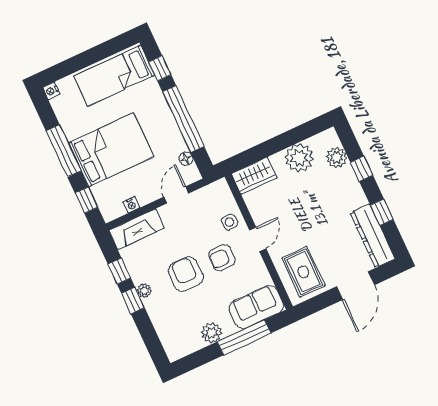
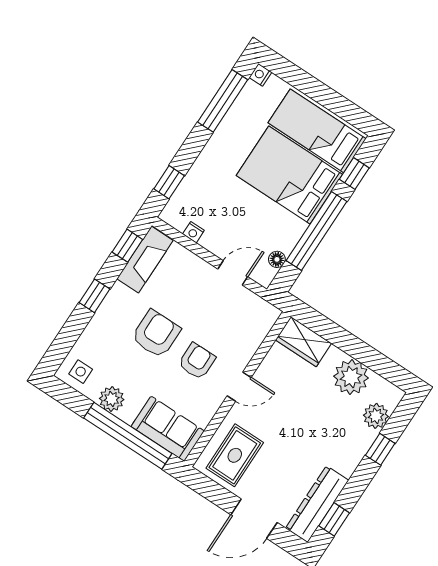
bed: (111, 150) -> (289, 175), moved, turned 180
window: (64, 151) -> (223, 101), moved
window: (382, 212) -> (334, 519), moved
side table: (229, 222) -> (81, 372), moved
fireplace: (137, 229) -> (145, 260), moved, turned -90
armchair: (222, 258) -> (197, 361), turned 90
window: (119, 271) -> (127, 246), moved
plant: (145, 291) -> (112, 302), removed
window: (244, 337) -> (128, 436), width x1.46

